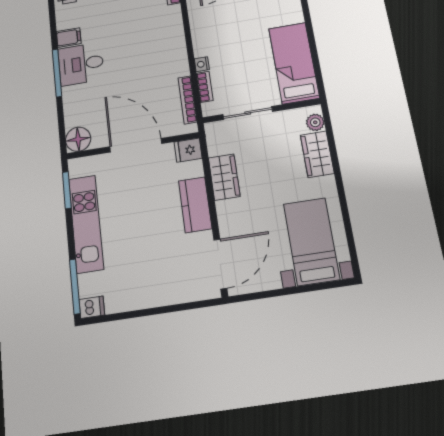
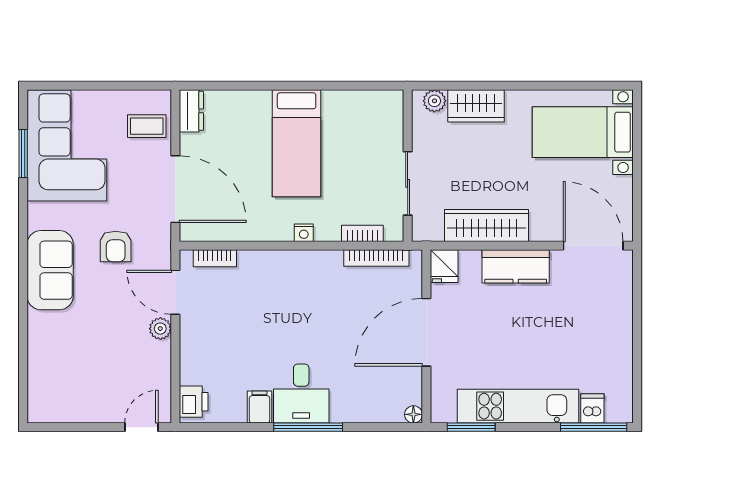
bed: (294, 63) -> (297, 143), moved, turned -90
nightstand: (202, 64) -> (304, 233), moved
floor lamp: (78, 139) -> (413, 414), width x0.53, depth x0.53
wardrobe: (224, 177) -> (487, 225), width x1.50
dishwasher: (92, 307) -> (592, 408), moved

